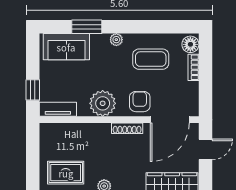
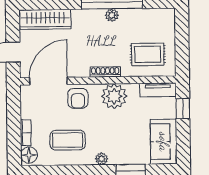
sofa: (66, 47) -> (164, 142), moved, turned -90
shoe rack: (127, 128) -> (105, 72), moved
rug: (66, 173) -> (148, 54), moved

